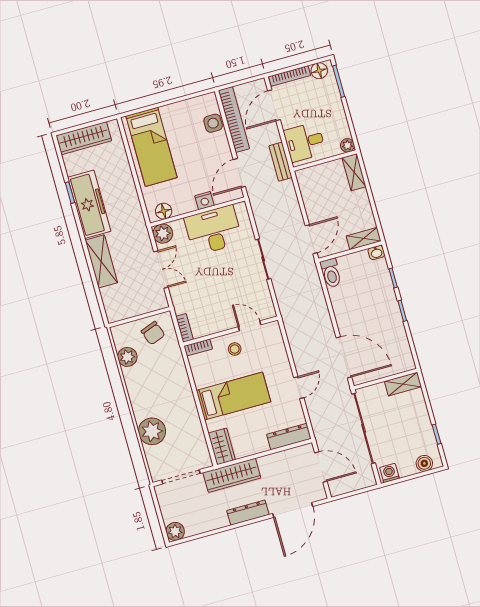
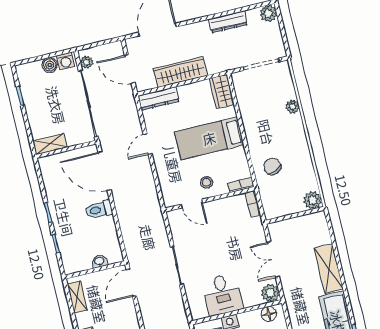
desk: (213, 230) -> (223, 294), width x0.73
shelving: (364, 239) -> (77, 297), moved, turned 90
washbasin: (376, 253) -> (99, 261), moved
toilet: (331, 273) -> (99, 210), moved, turned -90
chair: (153, 333) -> (272, 166), moved
plant: (127, 357) -> (313, 200), moved
plant: (152, 431) -> (292, 107), width x0.53, depth x0.53
boiler: (424, 463) -> (50, 65), moved
plant: (367, 473) -> (87, 62), added
wardrobe: (232, 475) -> (180, 72), moved
dresser: (248, 513) -> (228, 22), moved

